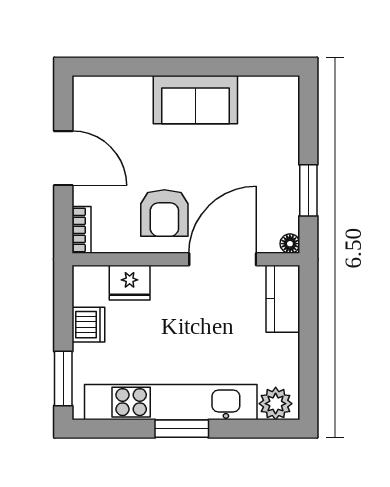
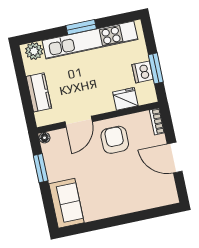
sofa: (195, 100) -> (66, 203), moved, turned 90
door: (223, 259) -> (79, 122), width x0.73
kitchen counter: (283, 299) -> (39, 92), moved
window: (63, 379) -> (156, 68), moved

